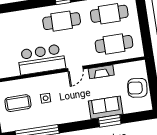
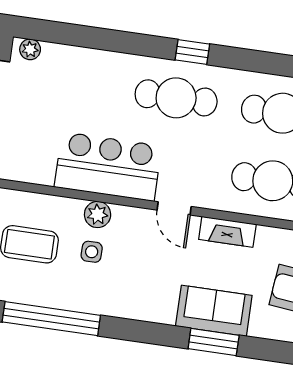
door: (75, 69) -> (174, 208), hinge flipped
plant: (43, 81) -> (98, 214), added

